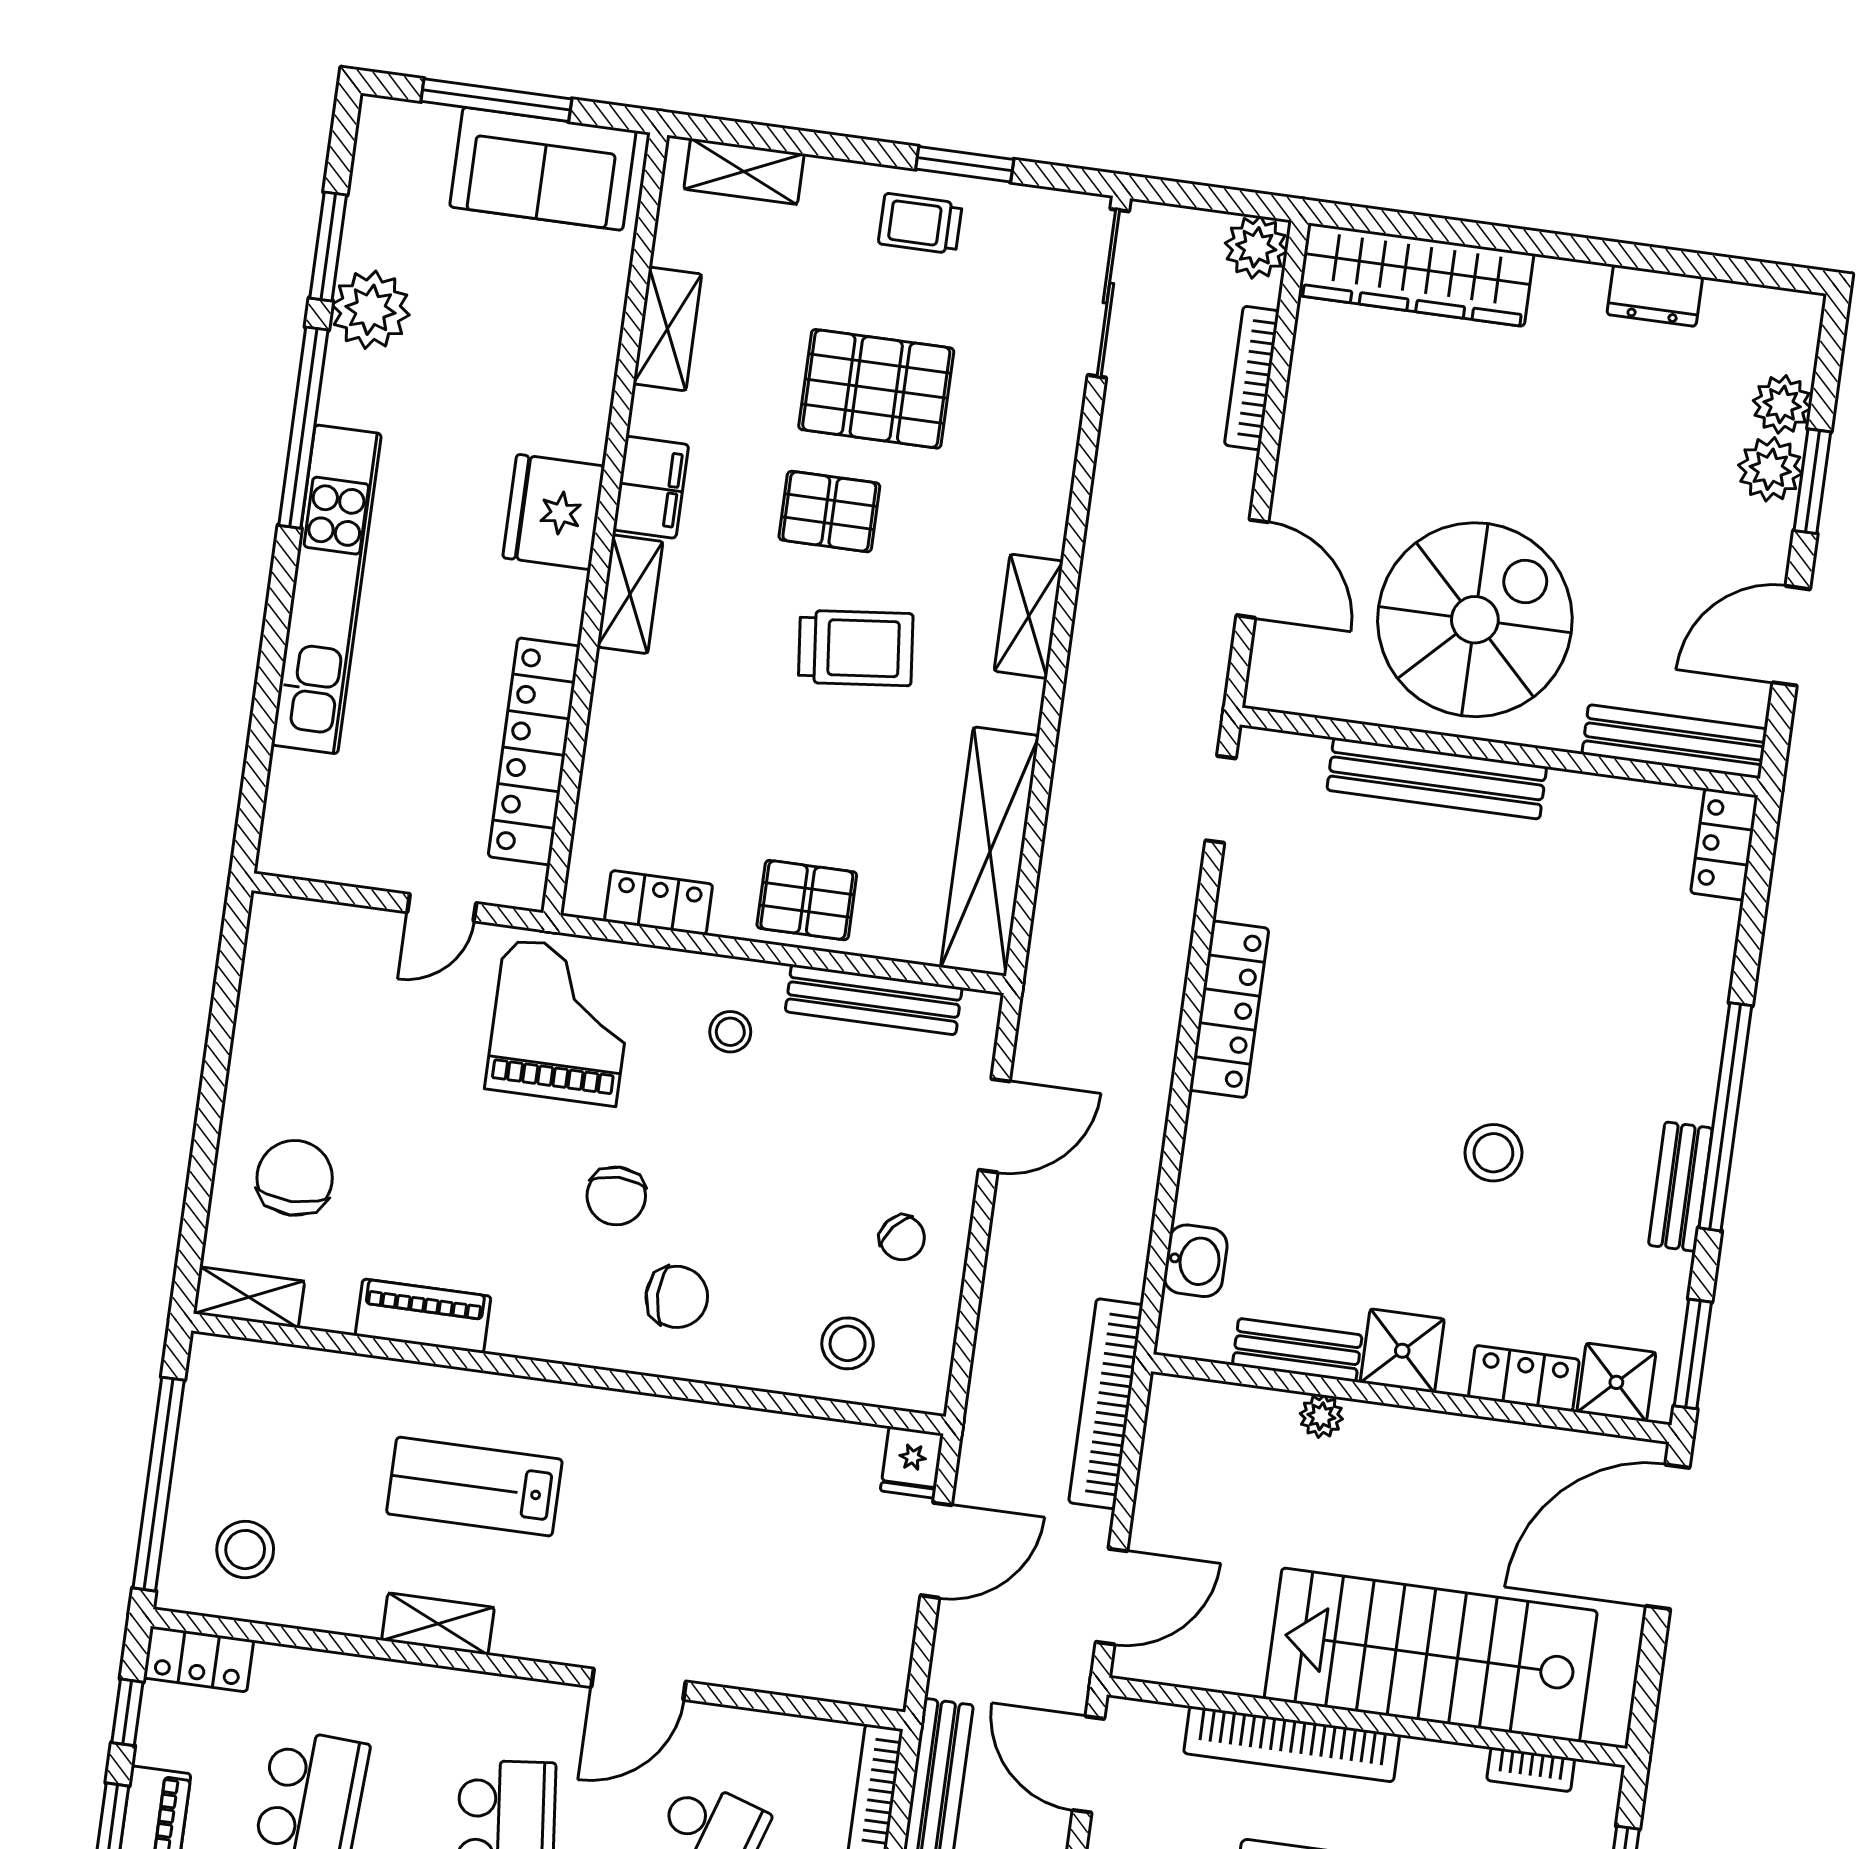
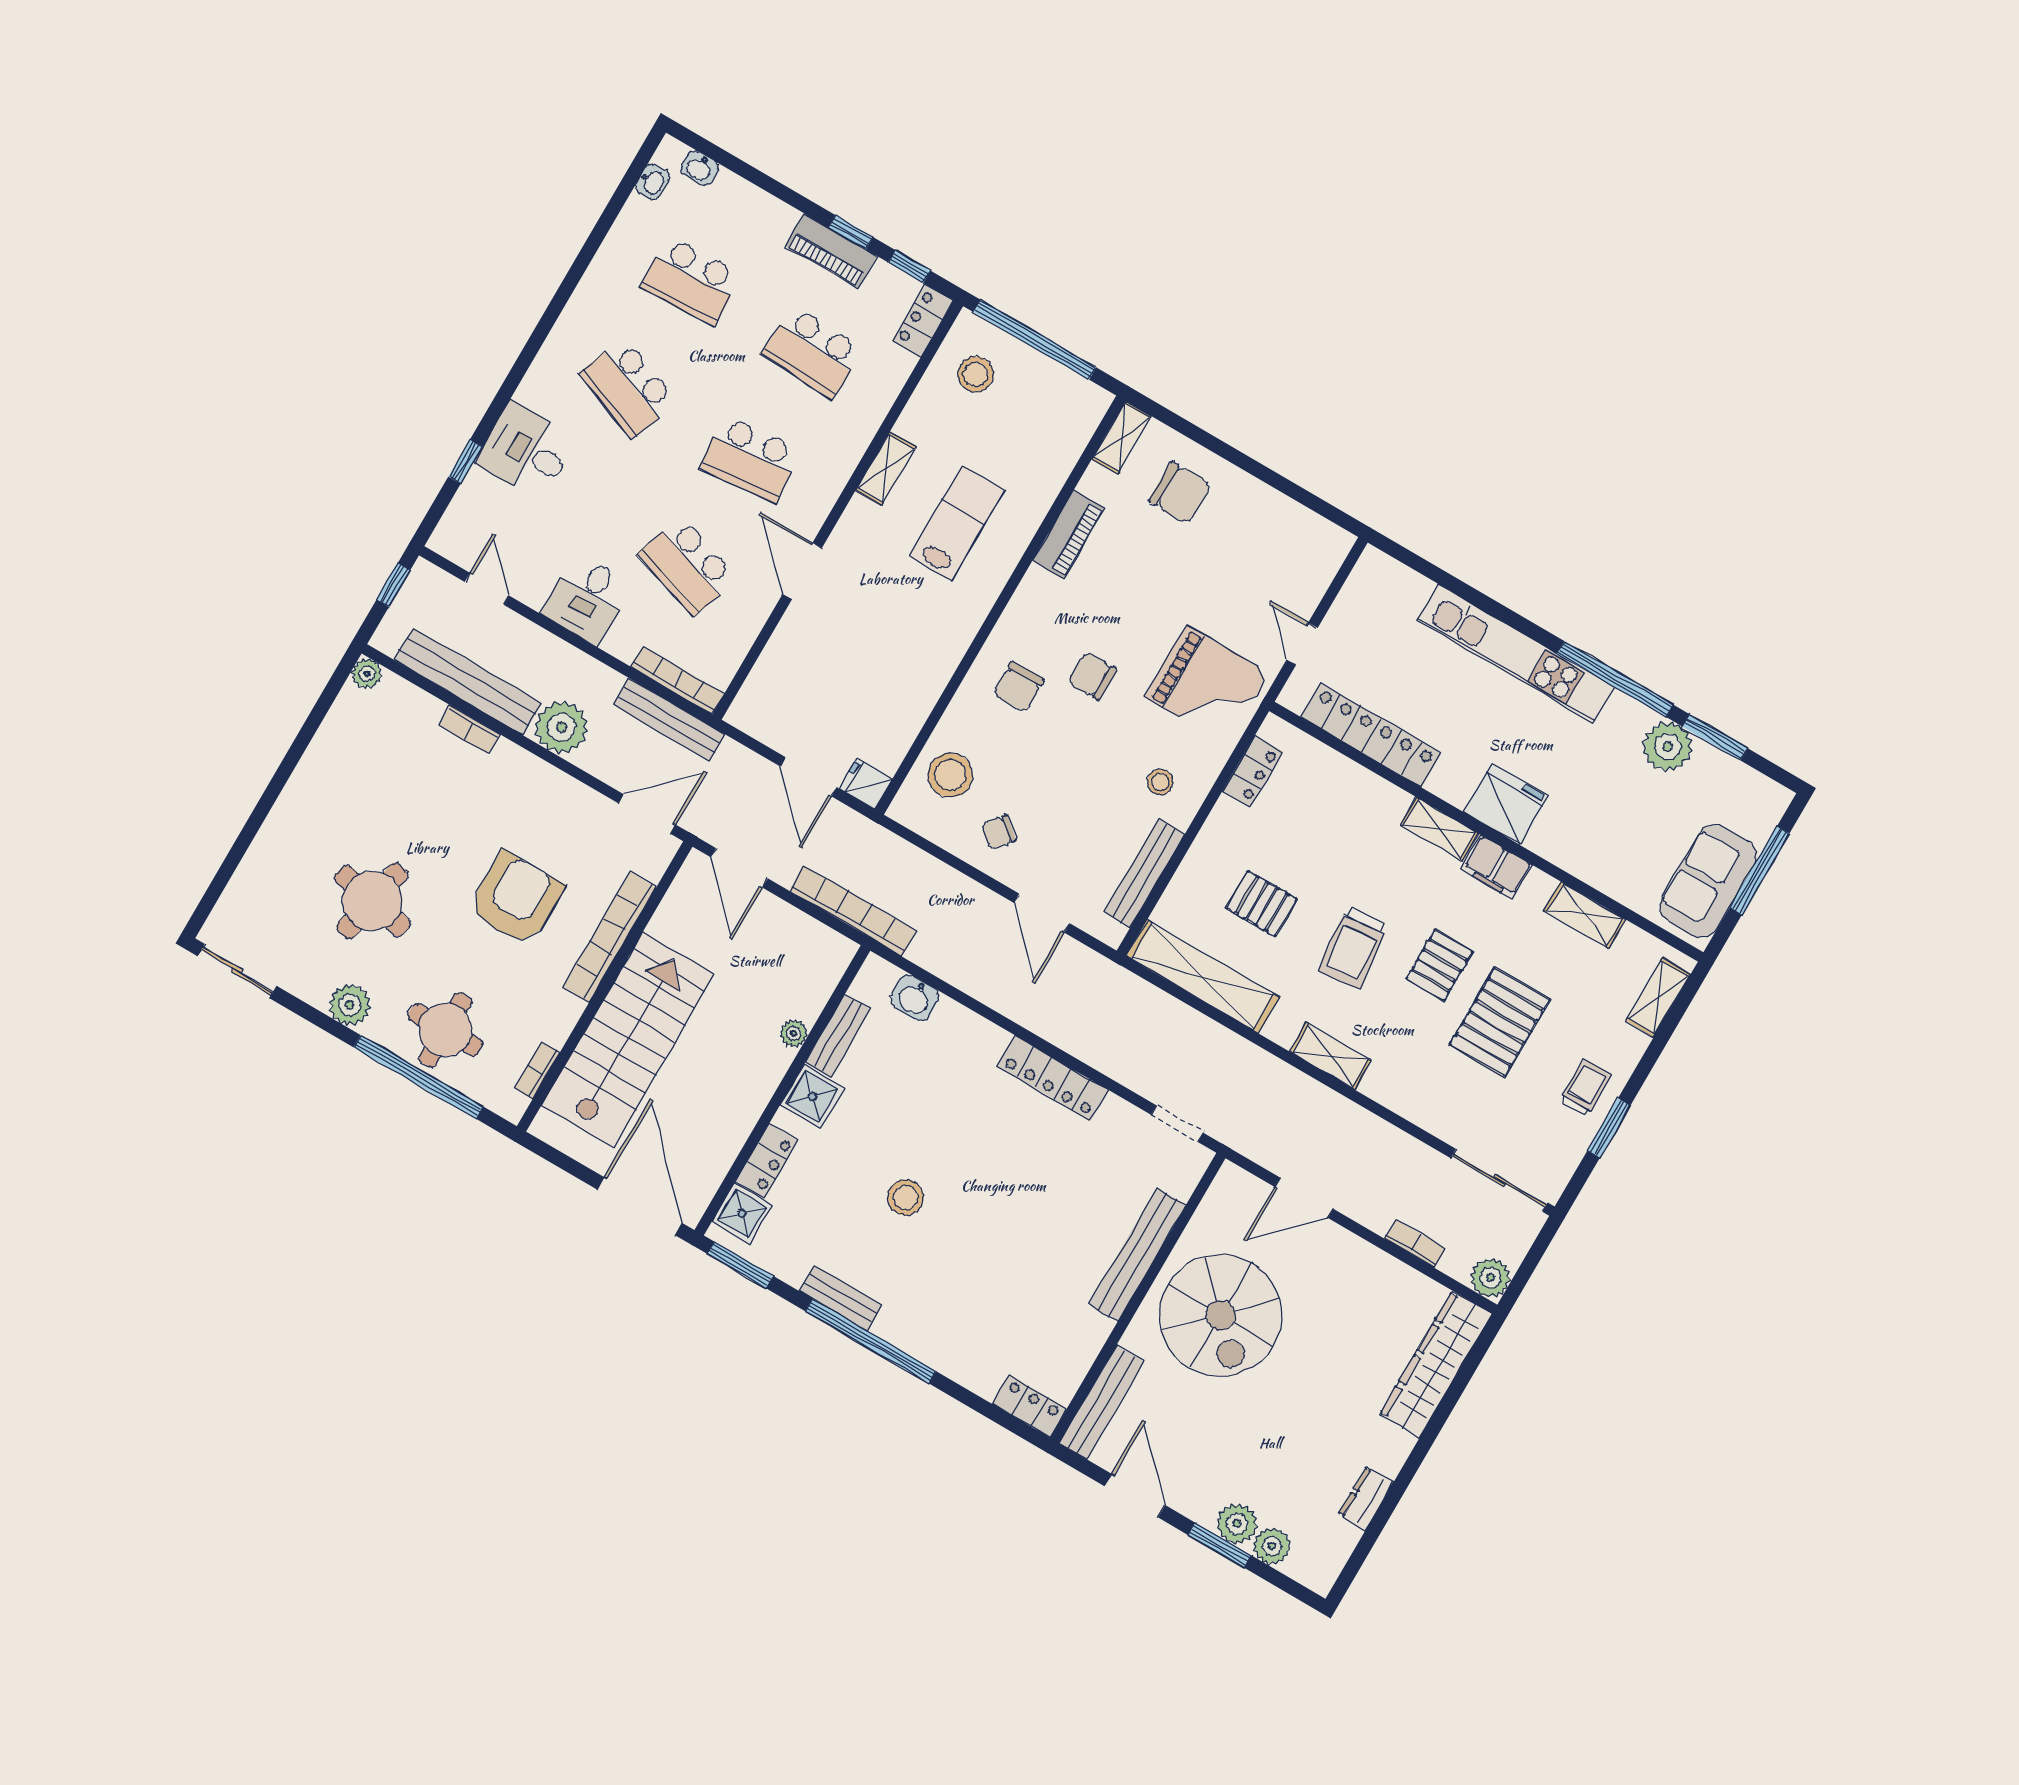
bookcase: (1252, 378) -> (1415, 1244), width x0.64
pallet: (807, 900) -> (1262, 904), moved, turned 90
stool: (848, 1343) -> (950, 775), width x1.38, depth x1.38

